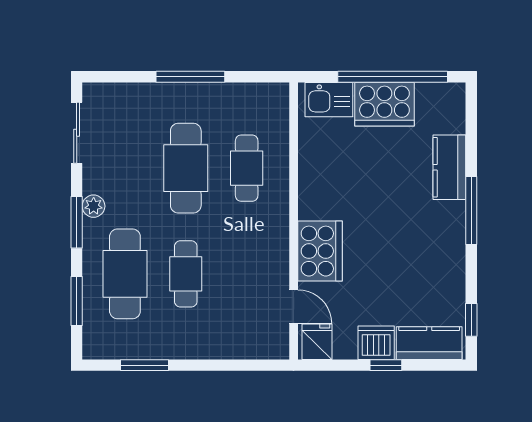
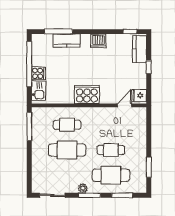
window: (190, 77) -> (29, 126), moved
cooker: (384, 104) -> (38, 73), width x0.53, depth x0.76
window: (471, 210) -> (58, 32), moved
cooker: (320, 251) -> (87, 94), moved
dishwasher: (376, 343) -> (98, 41), moved, turned -90

